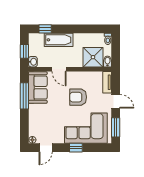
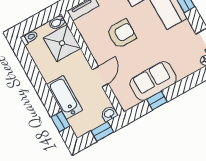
sofa: (38, 88) -> (153, 81), moved
window: (24, 96) -> (157, 101), width x0.46
armchair: (78, 97) -> (121, 34), turned -90

